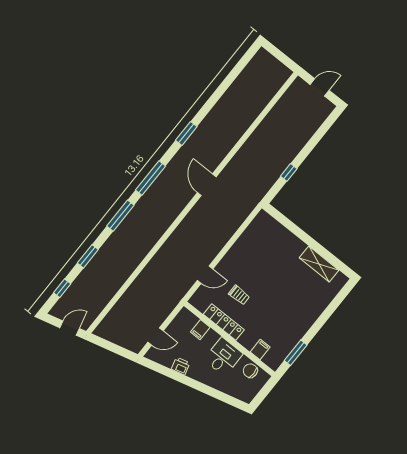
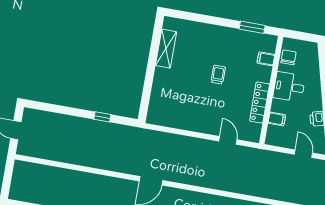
trolley: (239, 295) -> (218, 75), moved
chair: (250, 371) -> (288, 57), turned 180

